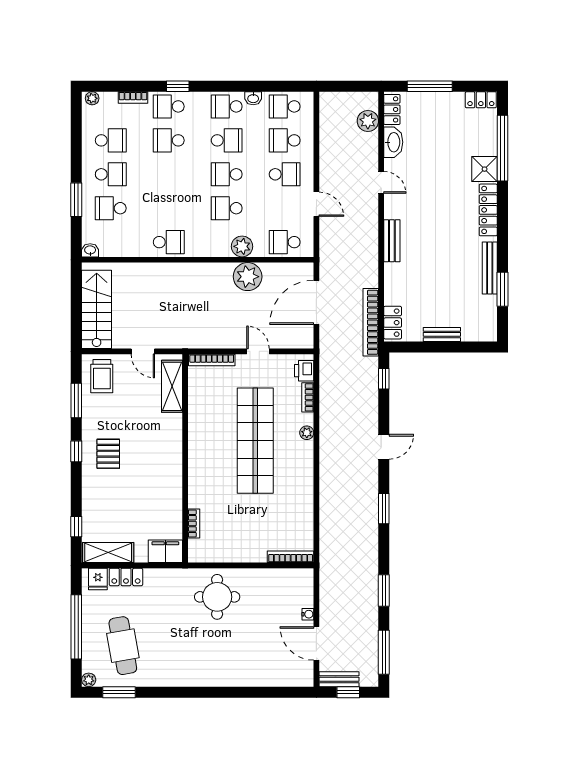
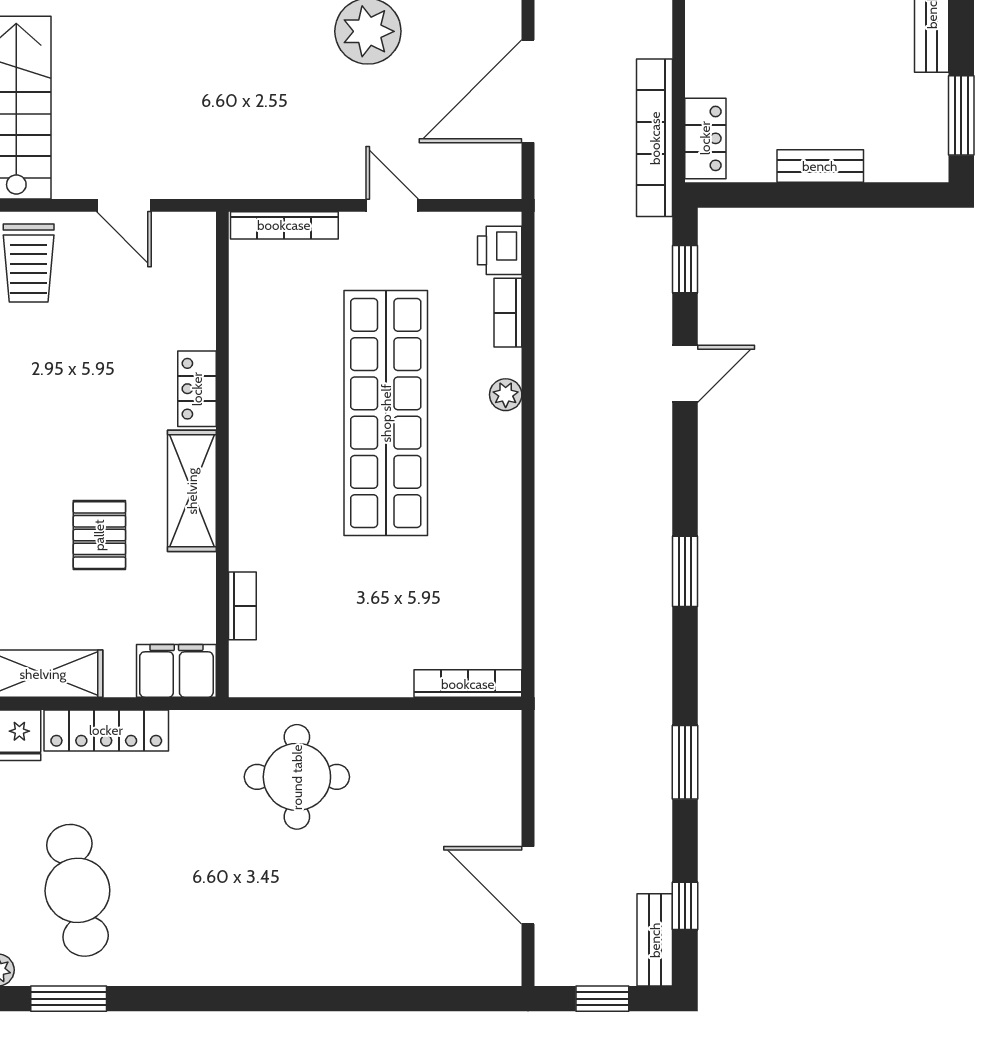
window: (503, 289) -> (961, 115), moved
shelving: (172, 386) -> (192, 491), moved
locker: (174, 430) -> (197, 389), added
door: (384, 447) -> (685, 374), moved
pallet: (108, 454) -> (99, 535), moved
locker: (126, 577) -> (106, 730), width x1.53
water cooler: (308, 614) -> (508, 817), removed
window: (384, 652) -> (685, 906), width x0.46
bench: (339, 679) -> (655, 940), moved, turned 90

